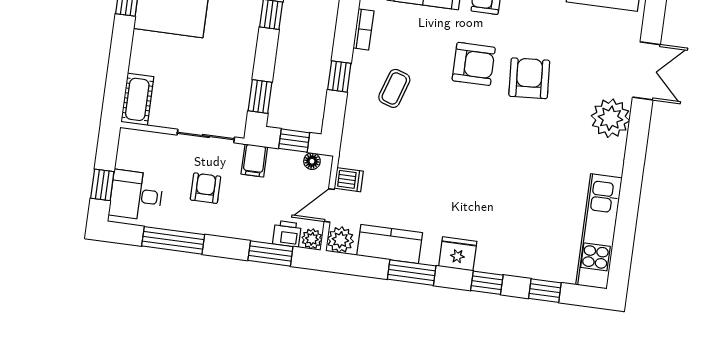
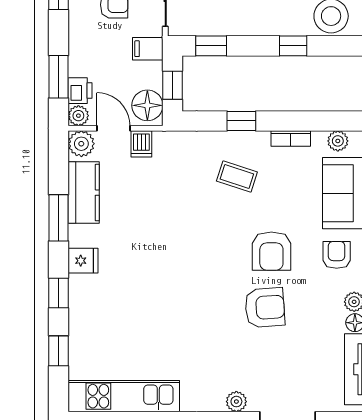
plant: (610, 118) -> (236, 402), width x0.53, depth x0.53
floor lamp: (312, 161) -> (147, 105), width x1.89, depth x1.89
fridge: (458, 254) -> (83, 261), width x0.72

